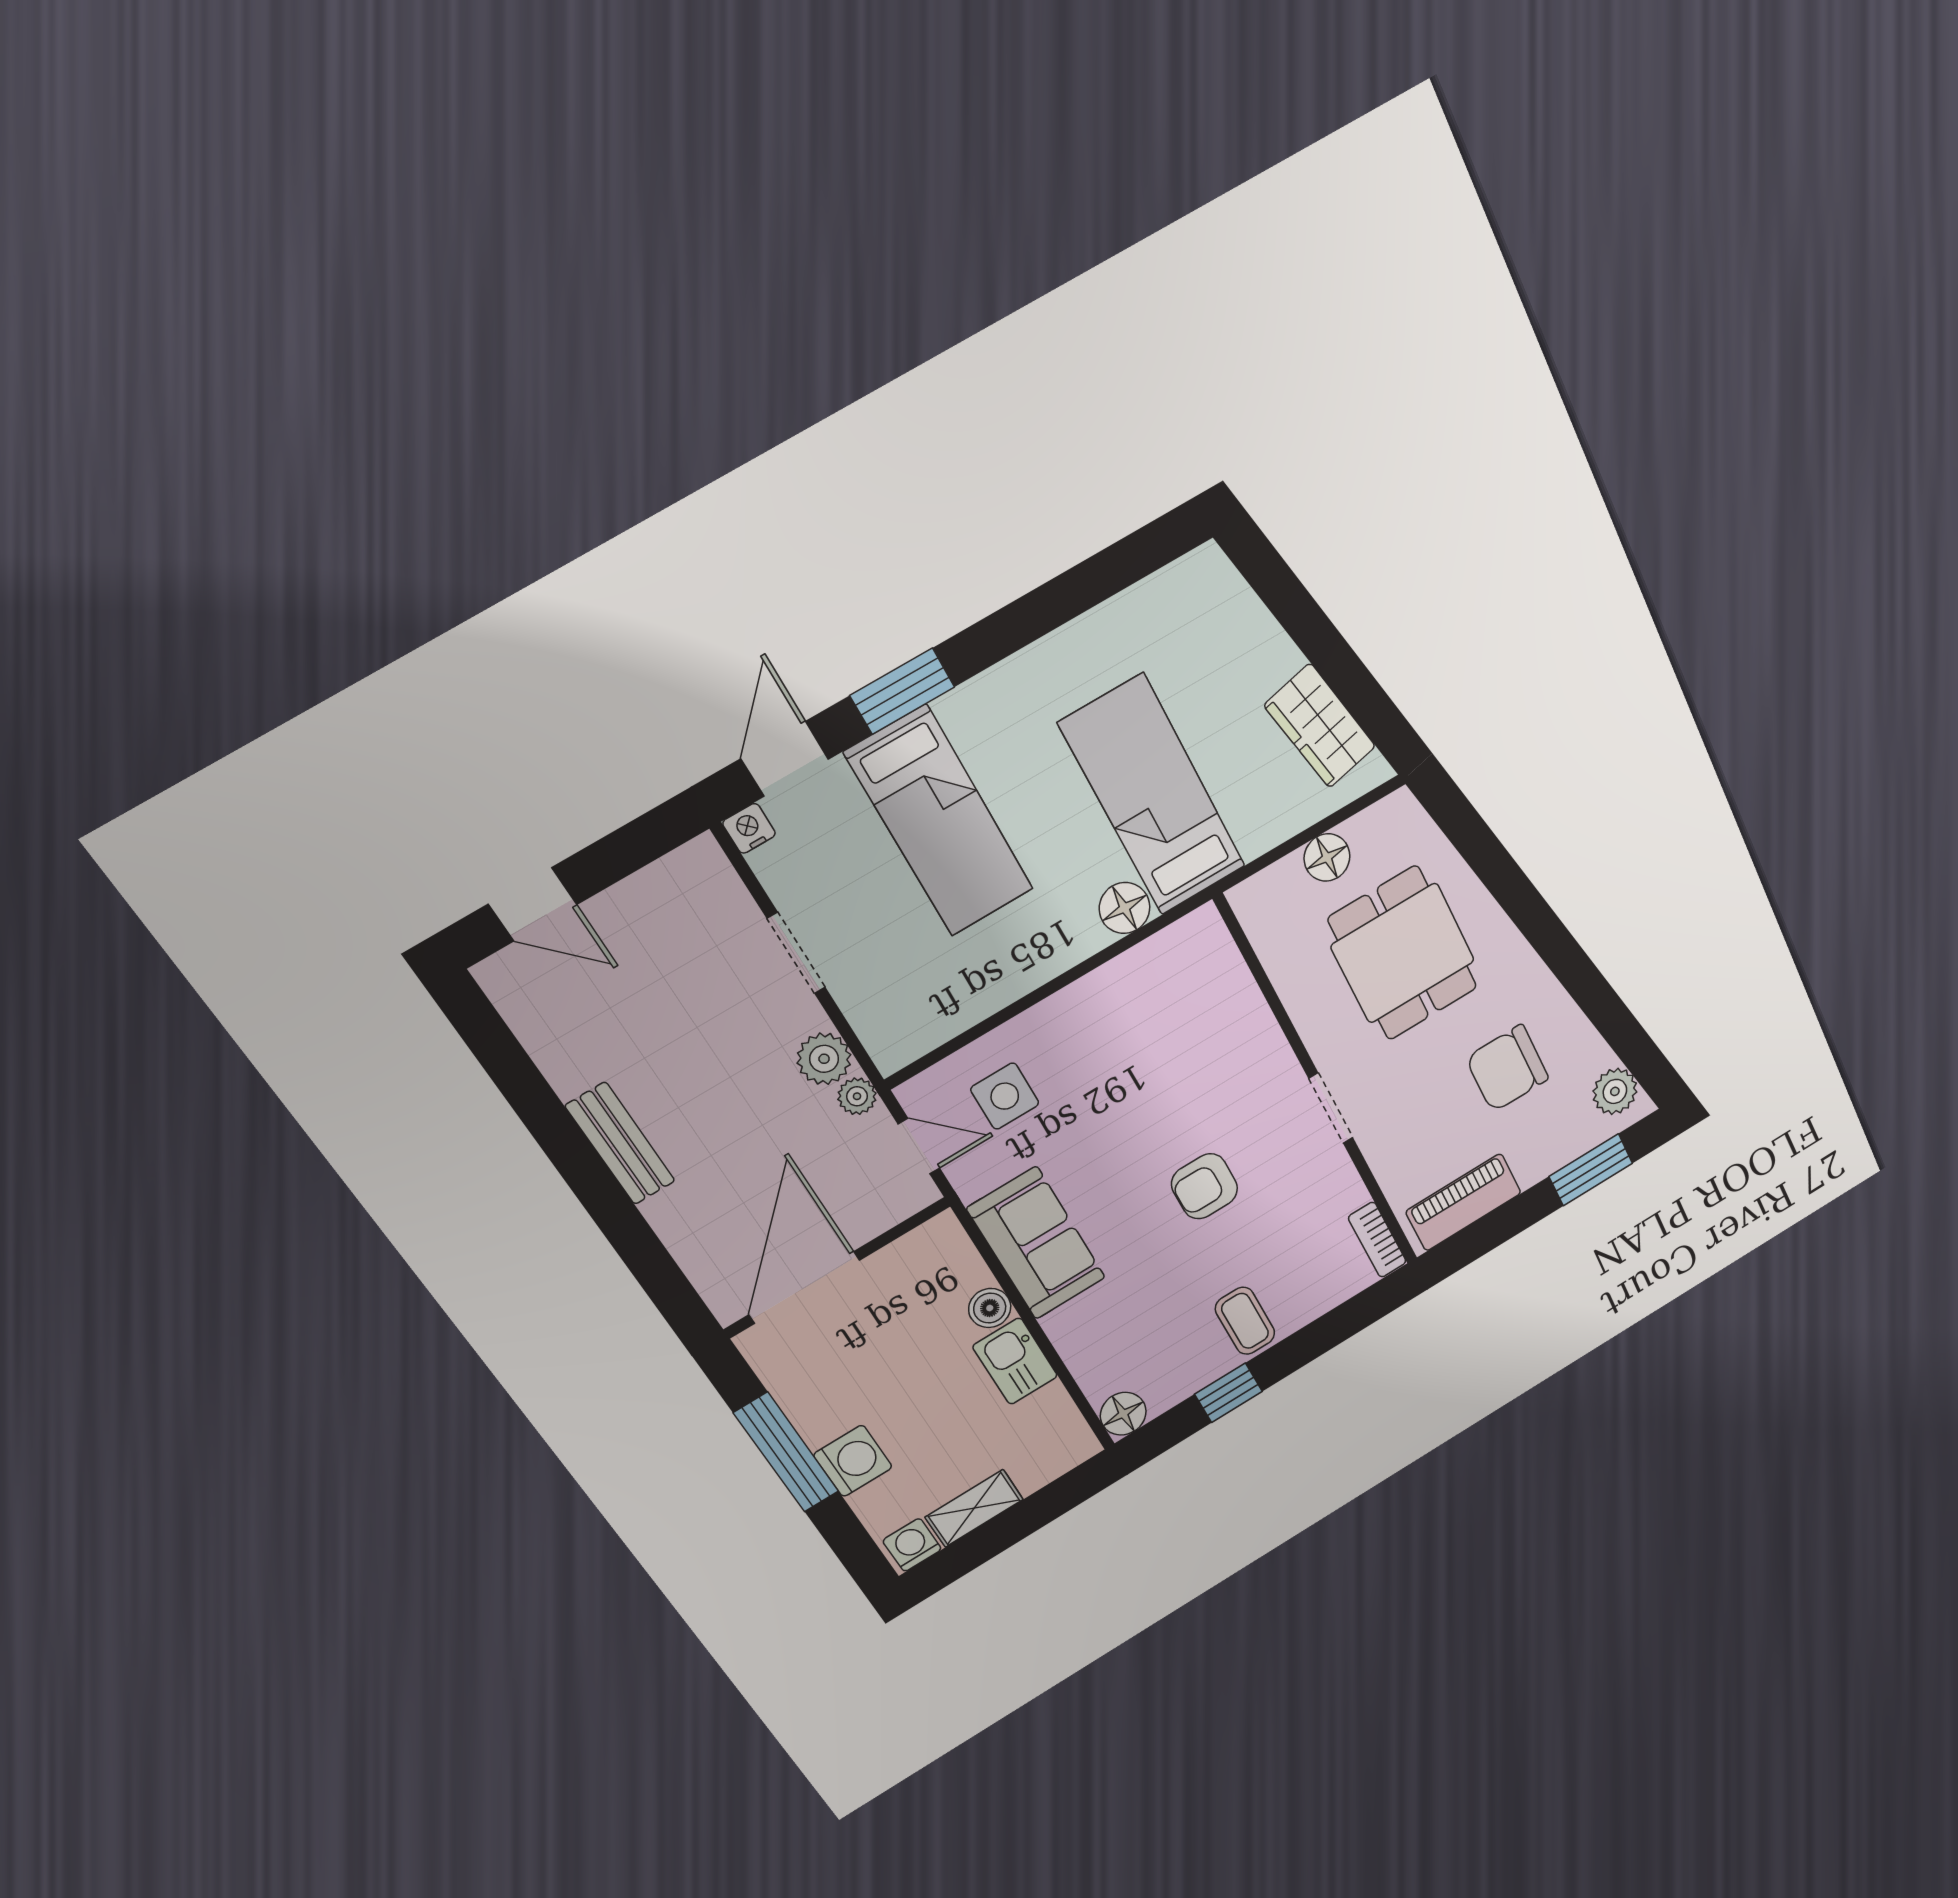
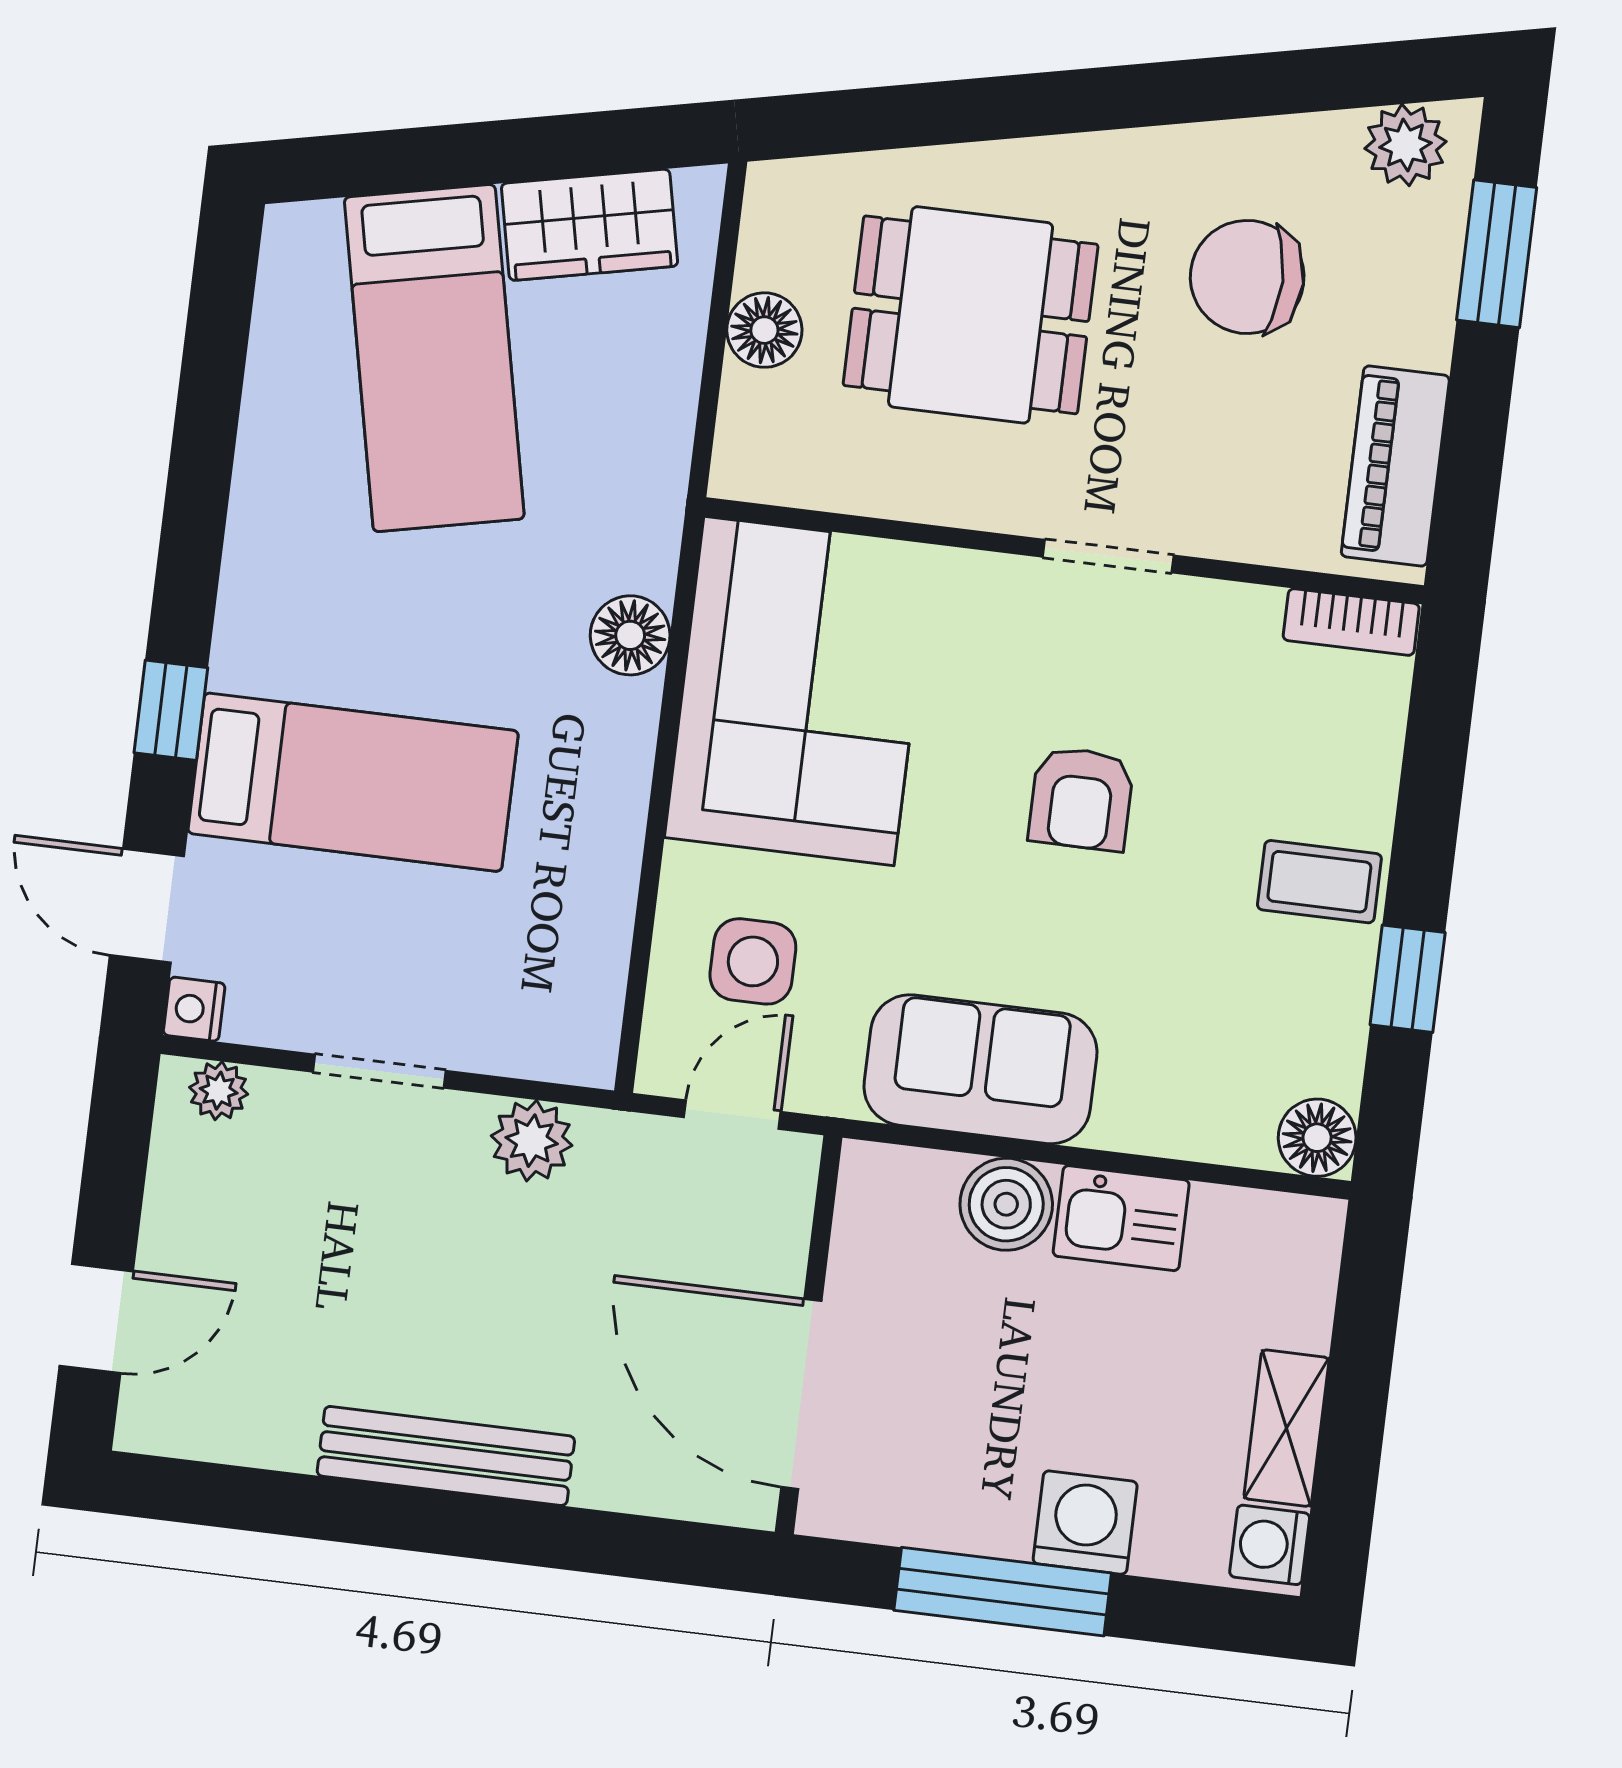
window: (902, 691) -> (171, 710), width x0.67
bed: (1153, 796) -> (434, 358), moved, turned -102
corner sofa: (1158, 1013) -> (799, 691), added
chair: (1507, 1068) -> (1247, 277), turned 90
plant: (857, 1096) -> (219, 1091), moved
bench: (620, 1144) -> (446, 1456), width x1.36
boiler: (990, 1308) -> (1006, 1204), width x1.36, depth x1.36

